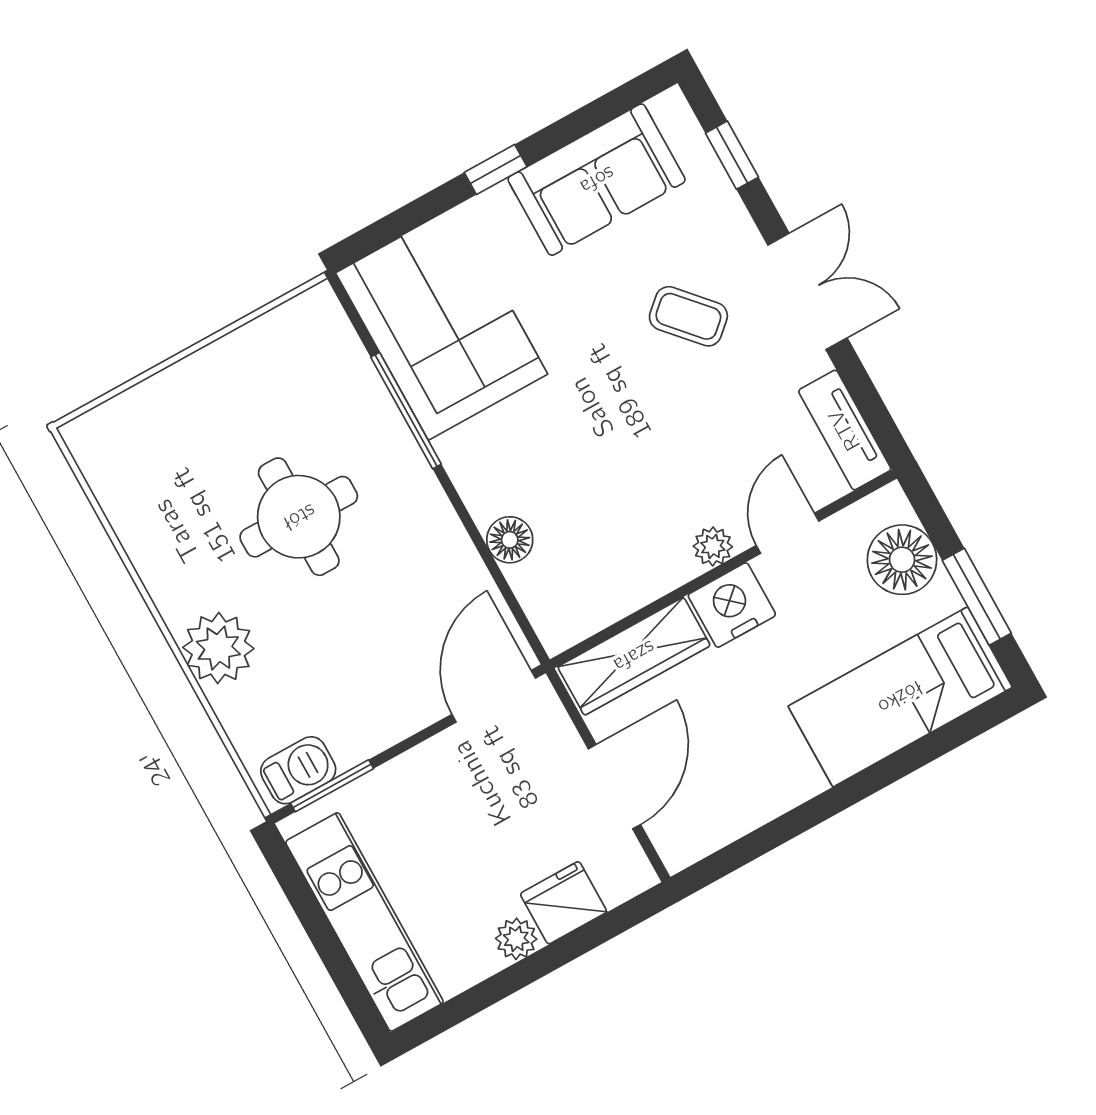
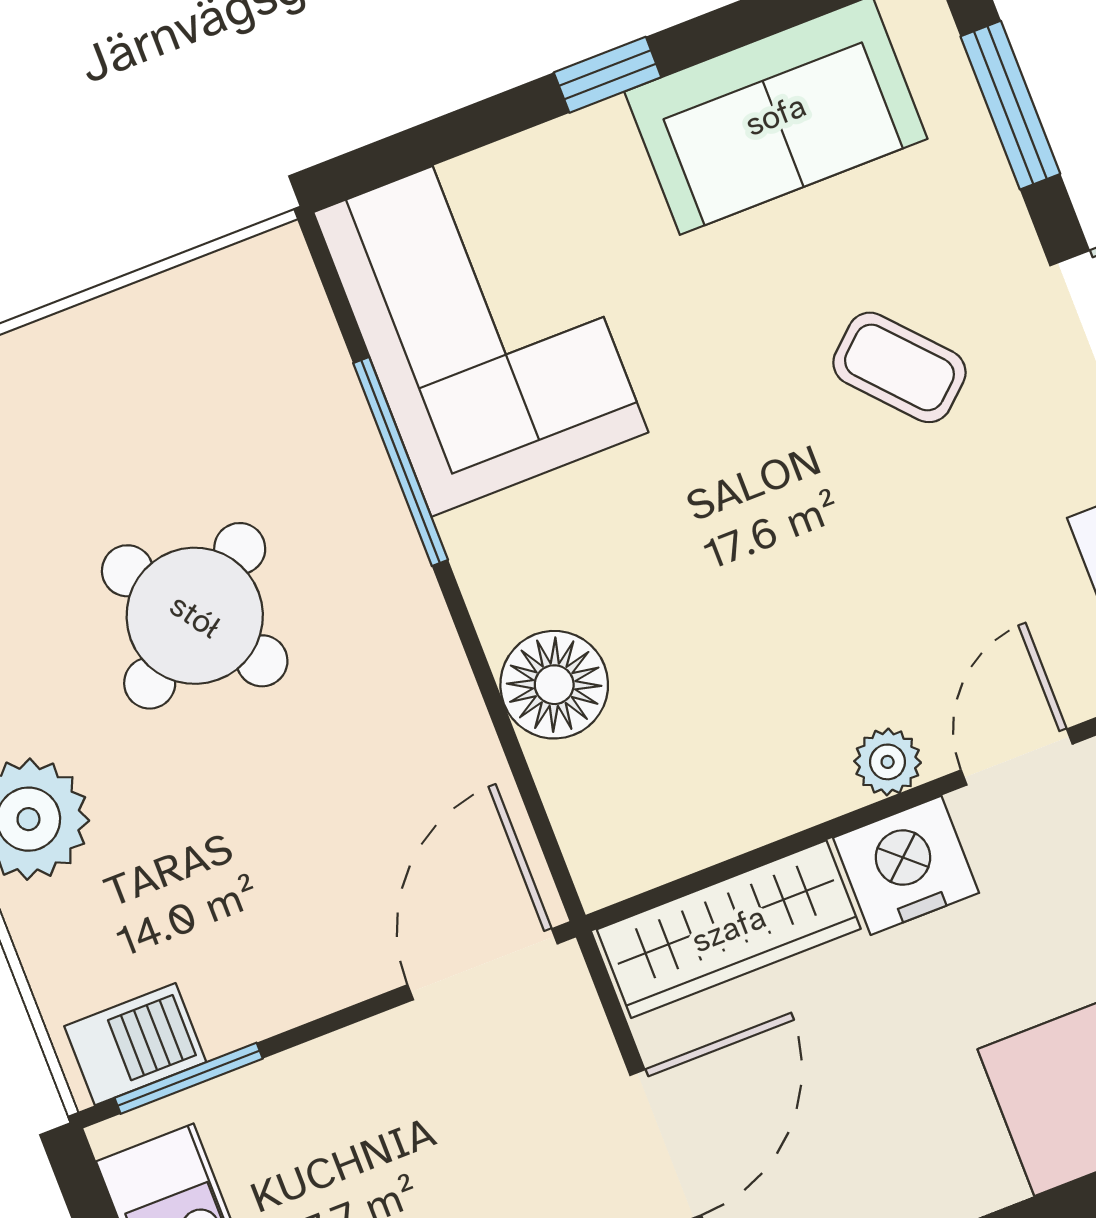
window: (732, 155) -> (1010, 105), width x1.50
round table: (299, 517) -> (195, 616), turned -35
floor lamp: (510, 540) -> (554, 685), width x1.38, depth x1.38

